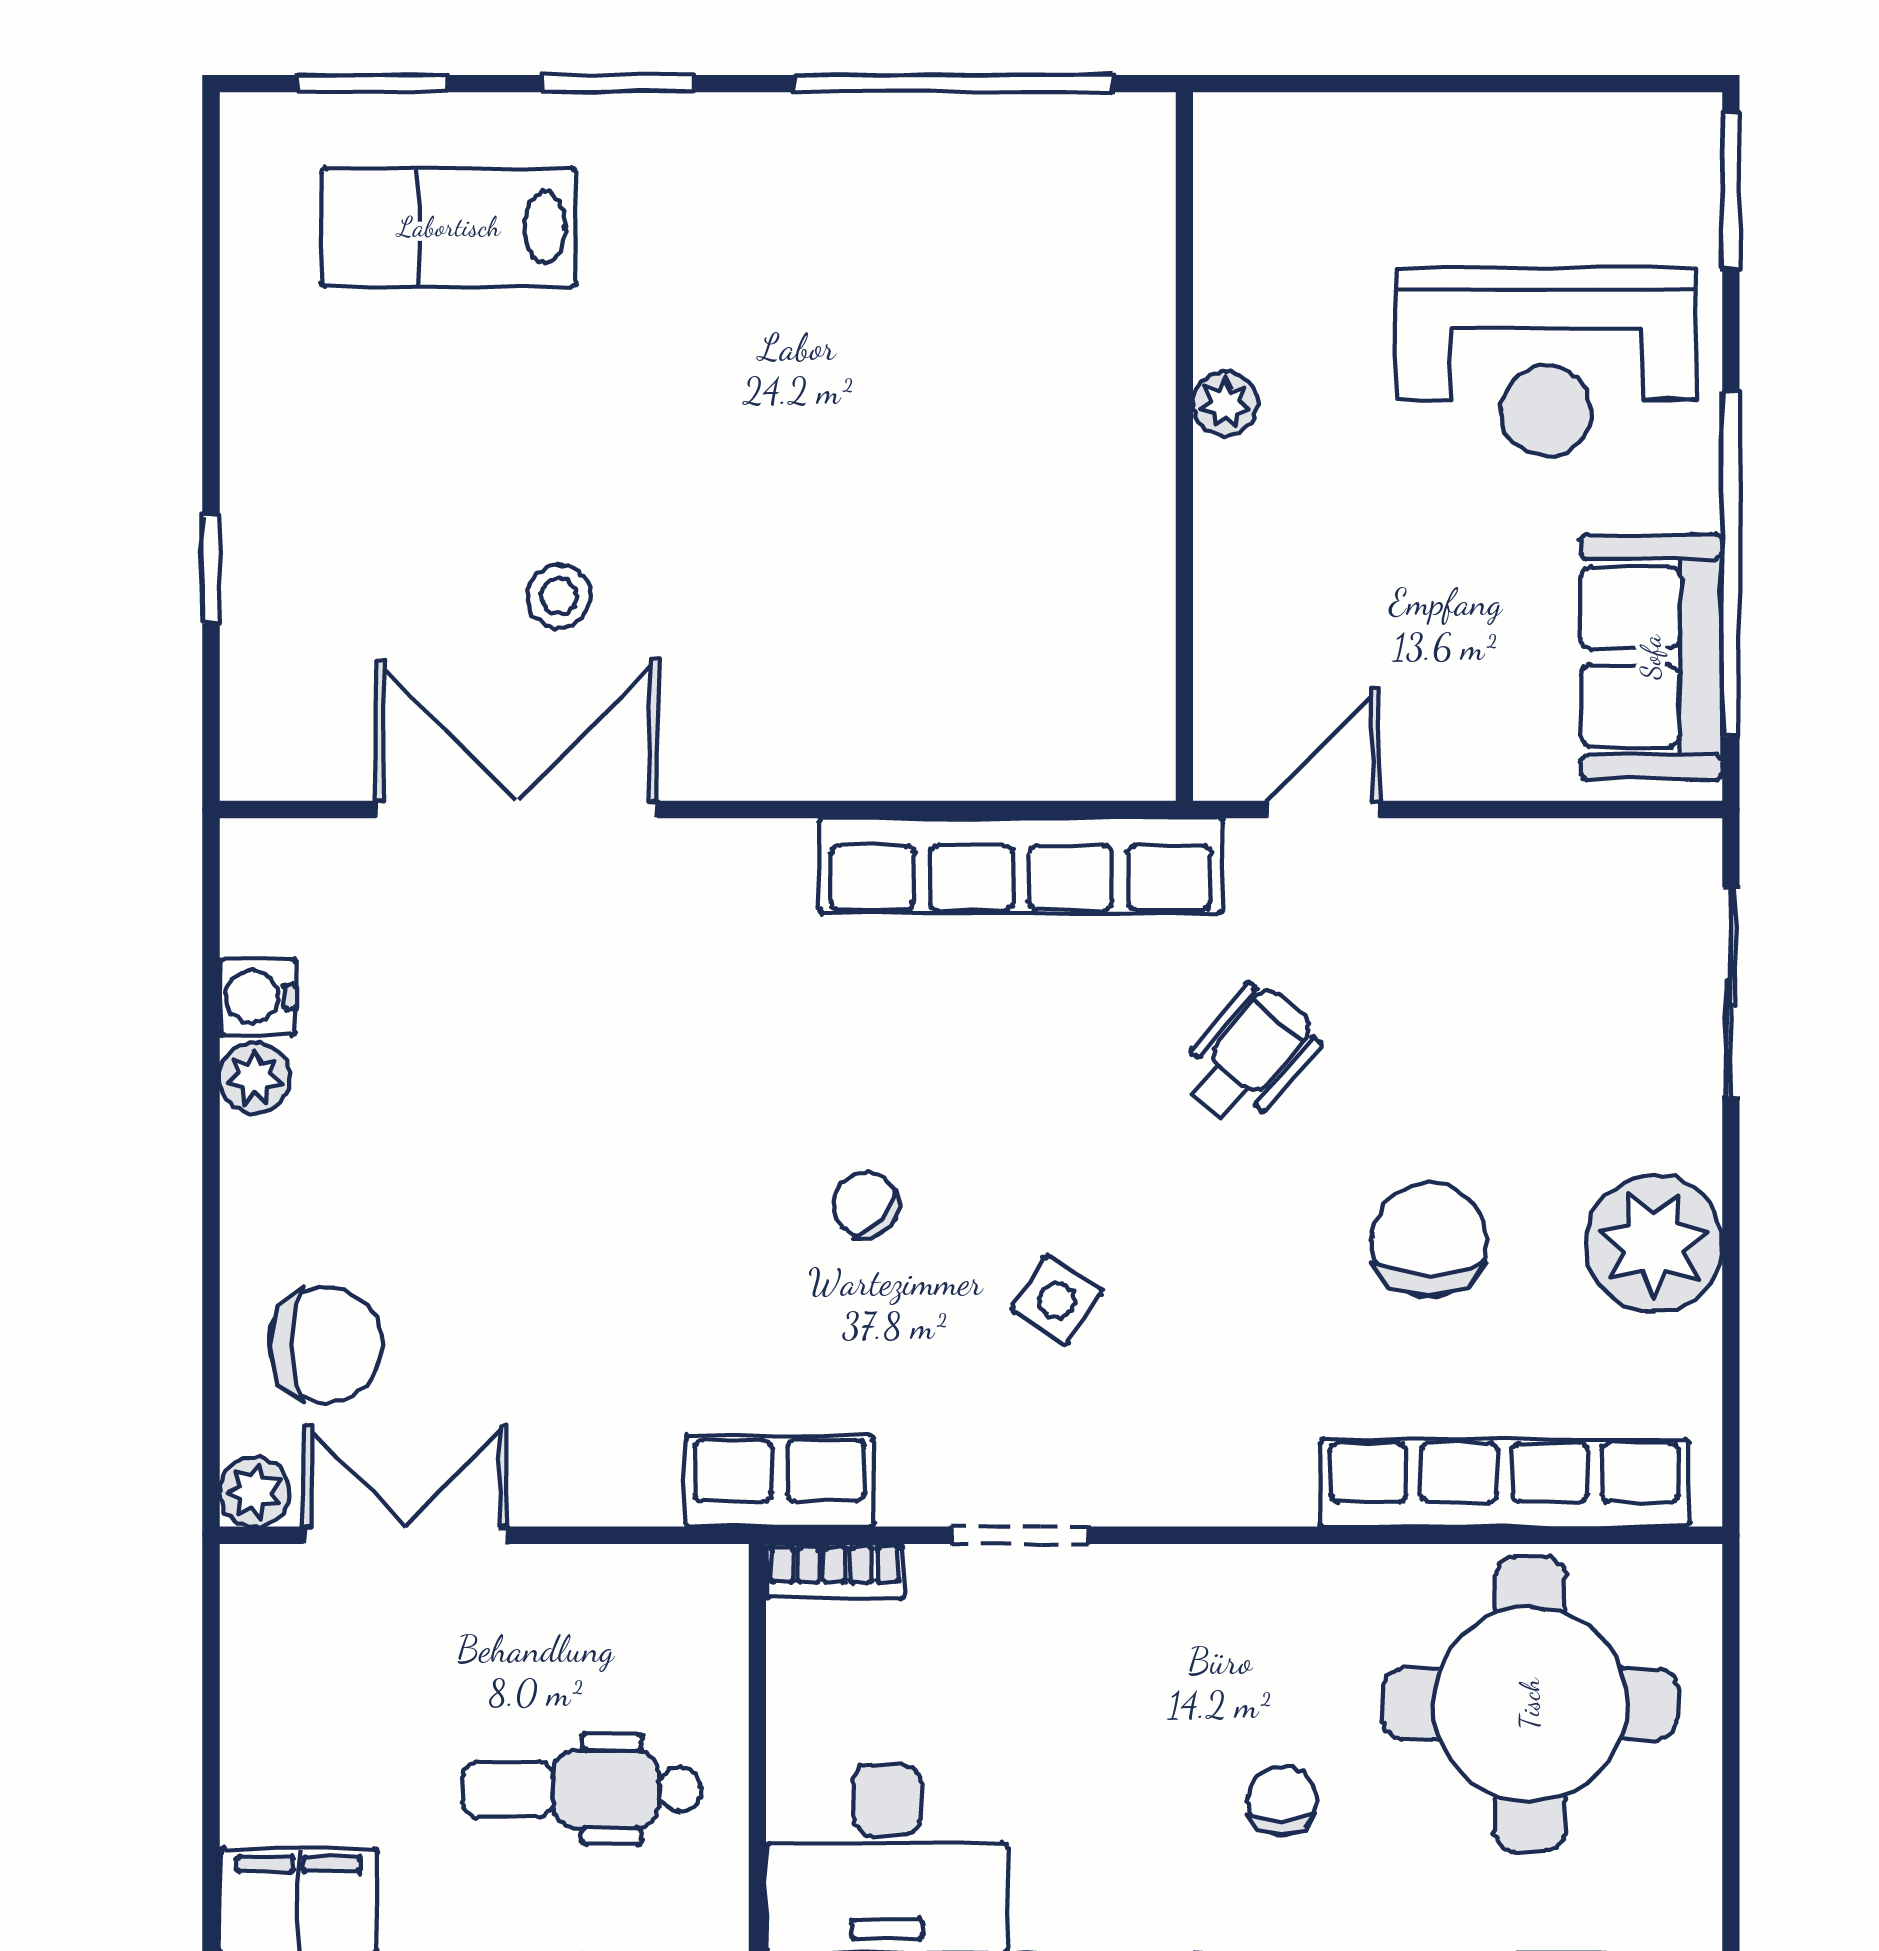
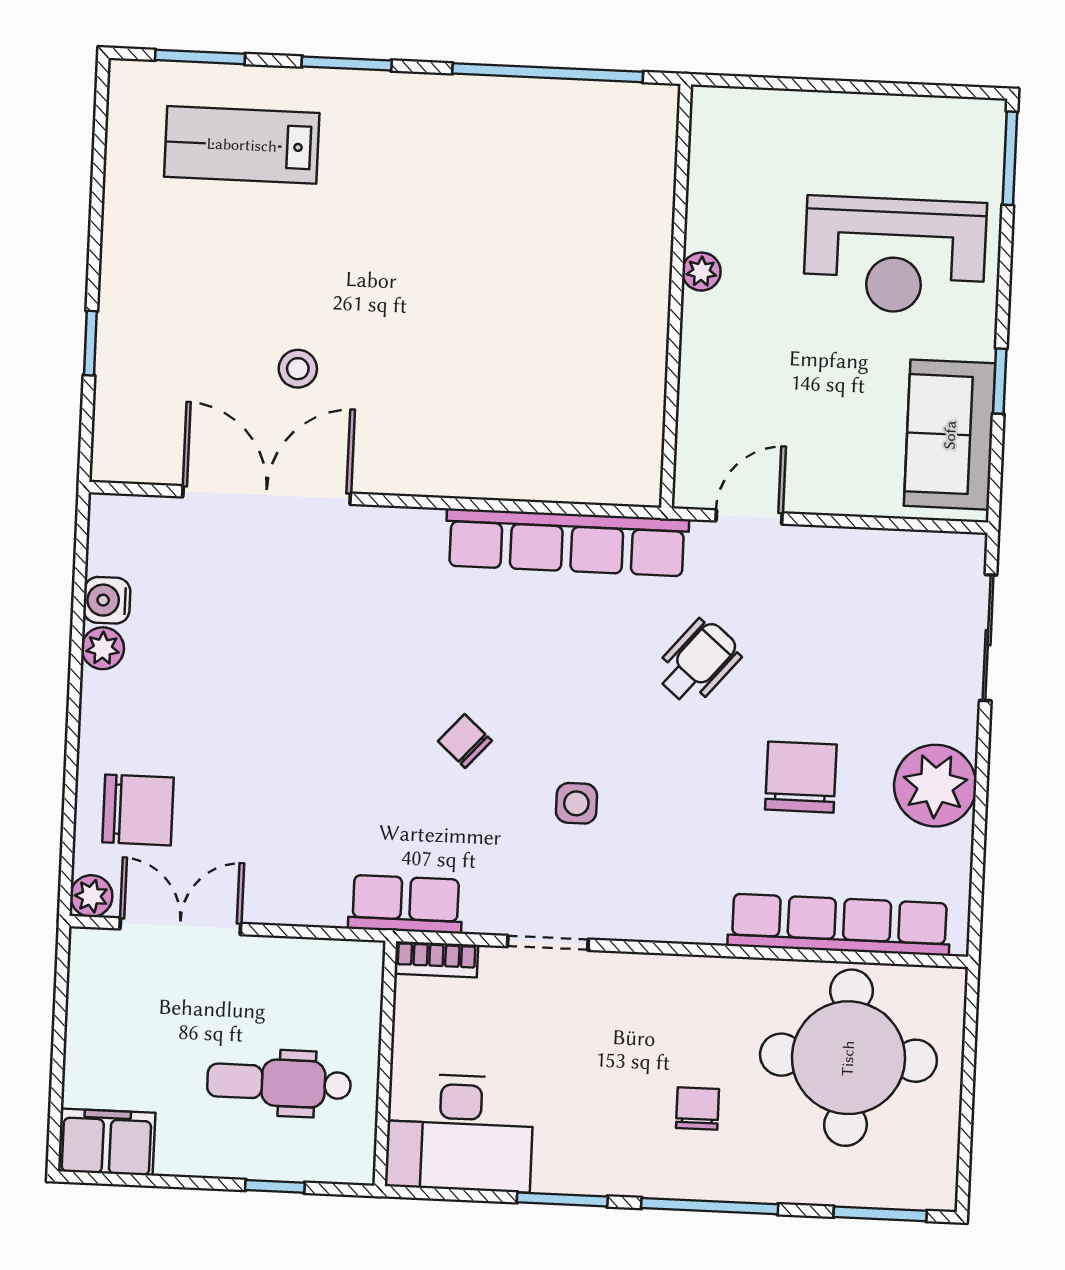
window: (1731, 564) -> (1000, 381), width x0.32
side table: (1057, 1300) -> (576, 803), turned -33

